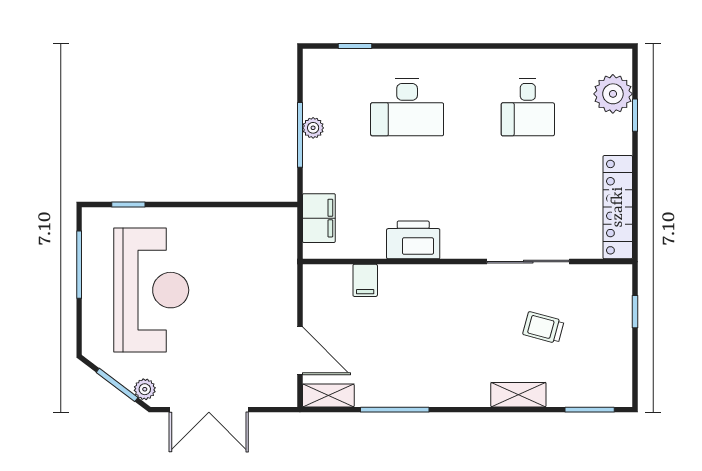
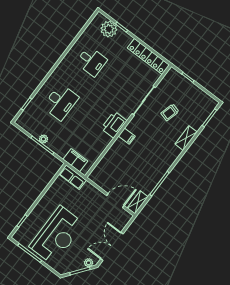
row of seats: (283, 237) -> (73, 177), added
printer: (413, 240) -> (114, 125), moved
filing cabinet: (365, 280) -> (127, 136), moved
reception desk: (151, 290) -> (57, 235), turned 90
double door: (209, 410) -> (112, 246), swing flipped

